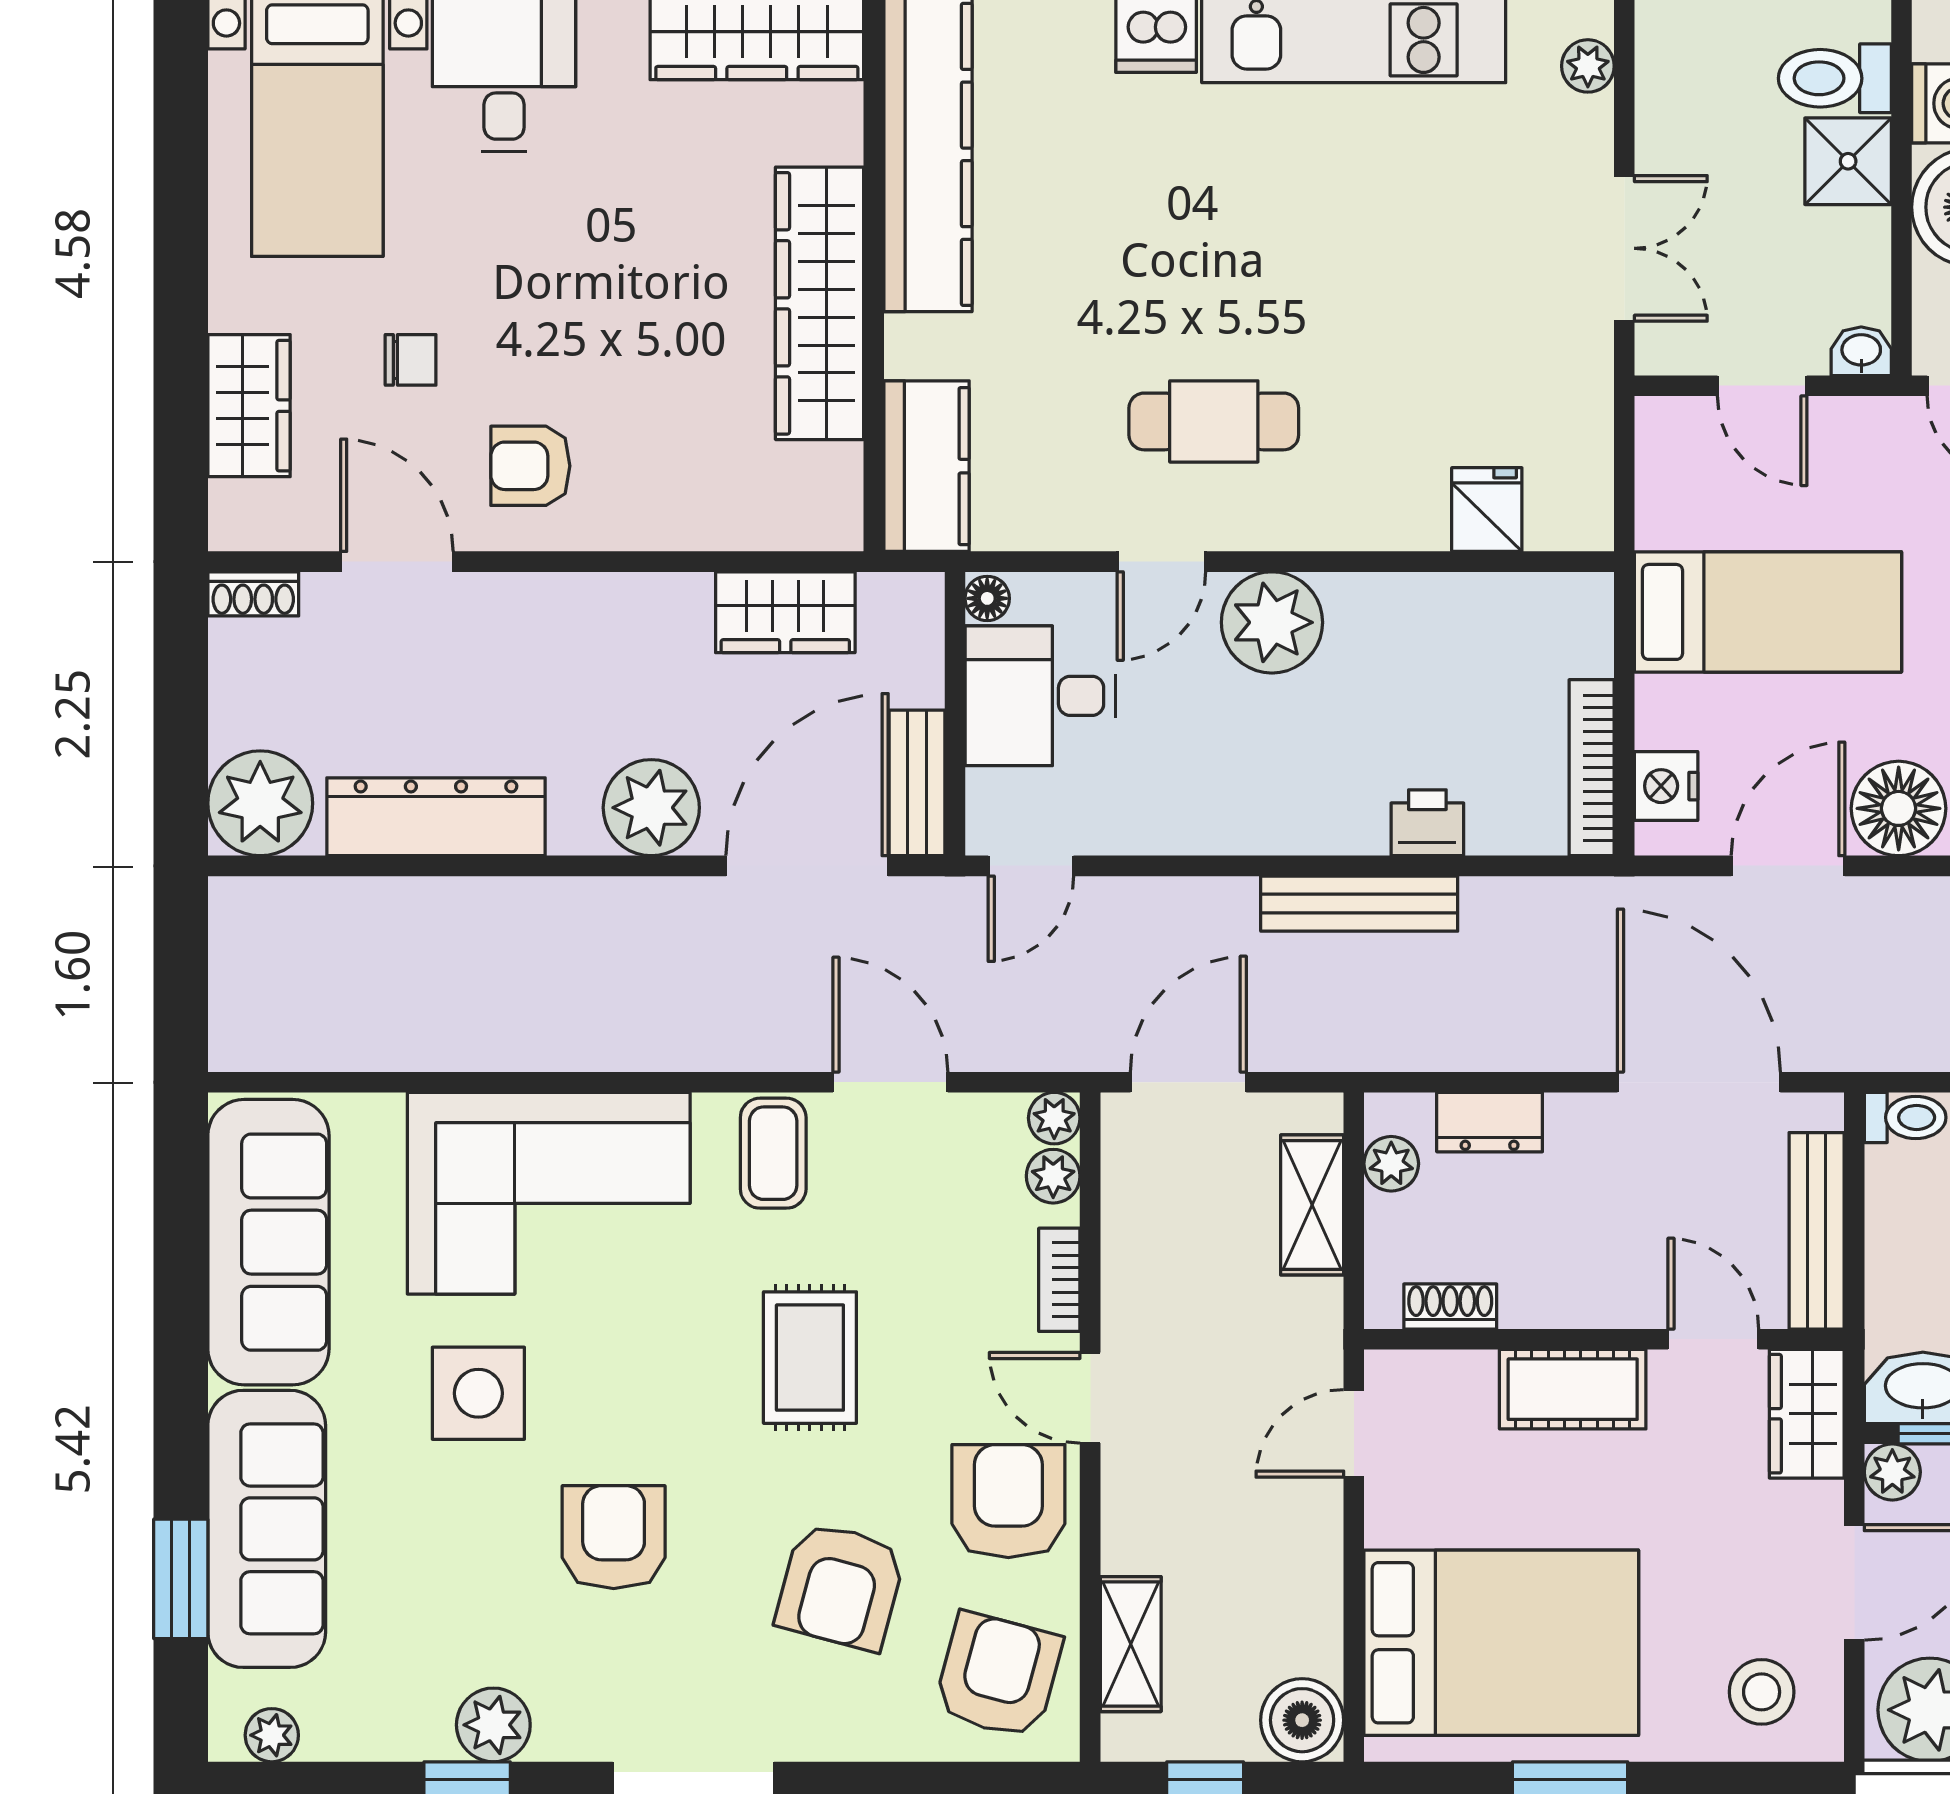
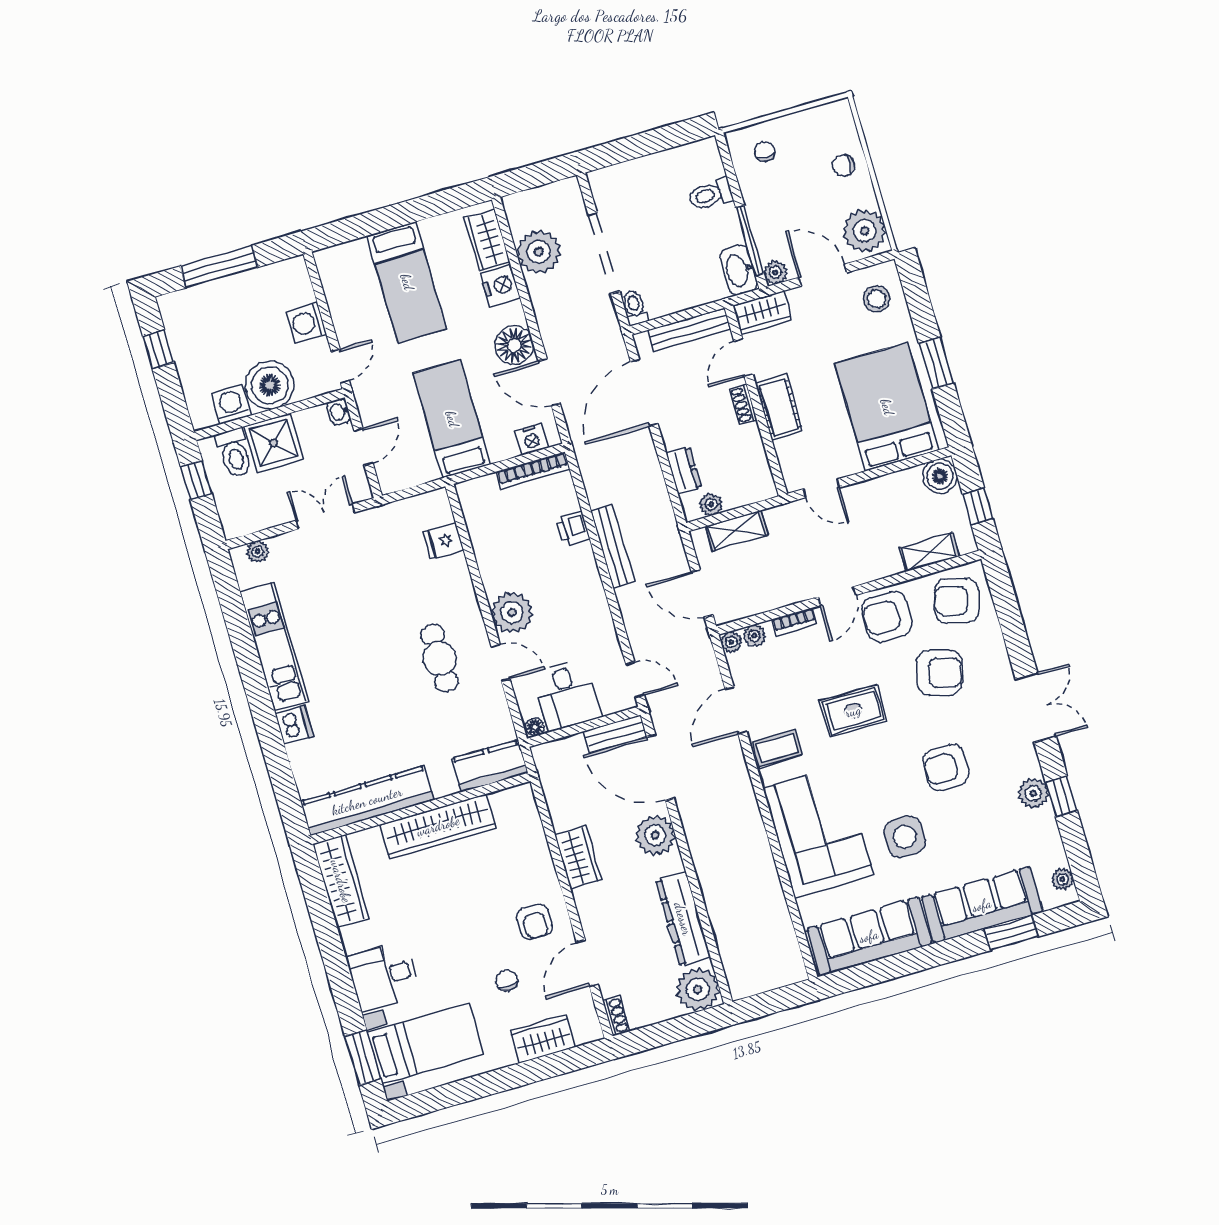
shower: (1848, 161) -> (274, 443), width x1.36, depth x1.36
wardrobe: (785, 612) -> (578, 857), moved
shoe rack: (1450, 1306) -> (743, 404), moved

